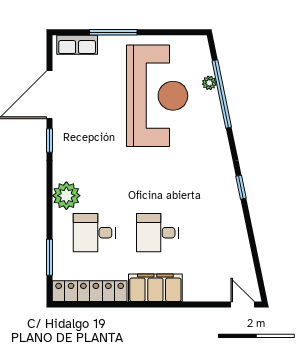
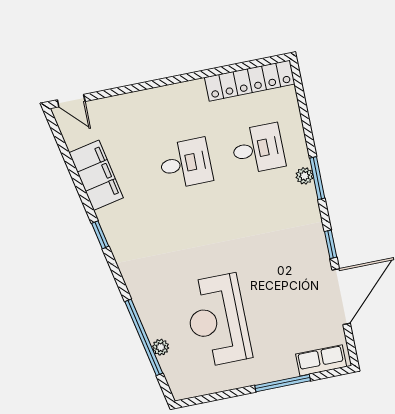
reception desk: (157, 96) -> (218, 320), width x0.74, depth x0.77
plant: (66, 196) -> (304, 176), width x0.53, depth x0.53
window: (50, 257) -> (317, 178), moved
filing cabinet: (155, 288) -> (96, 175), moved, turned -102

